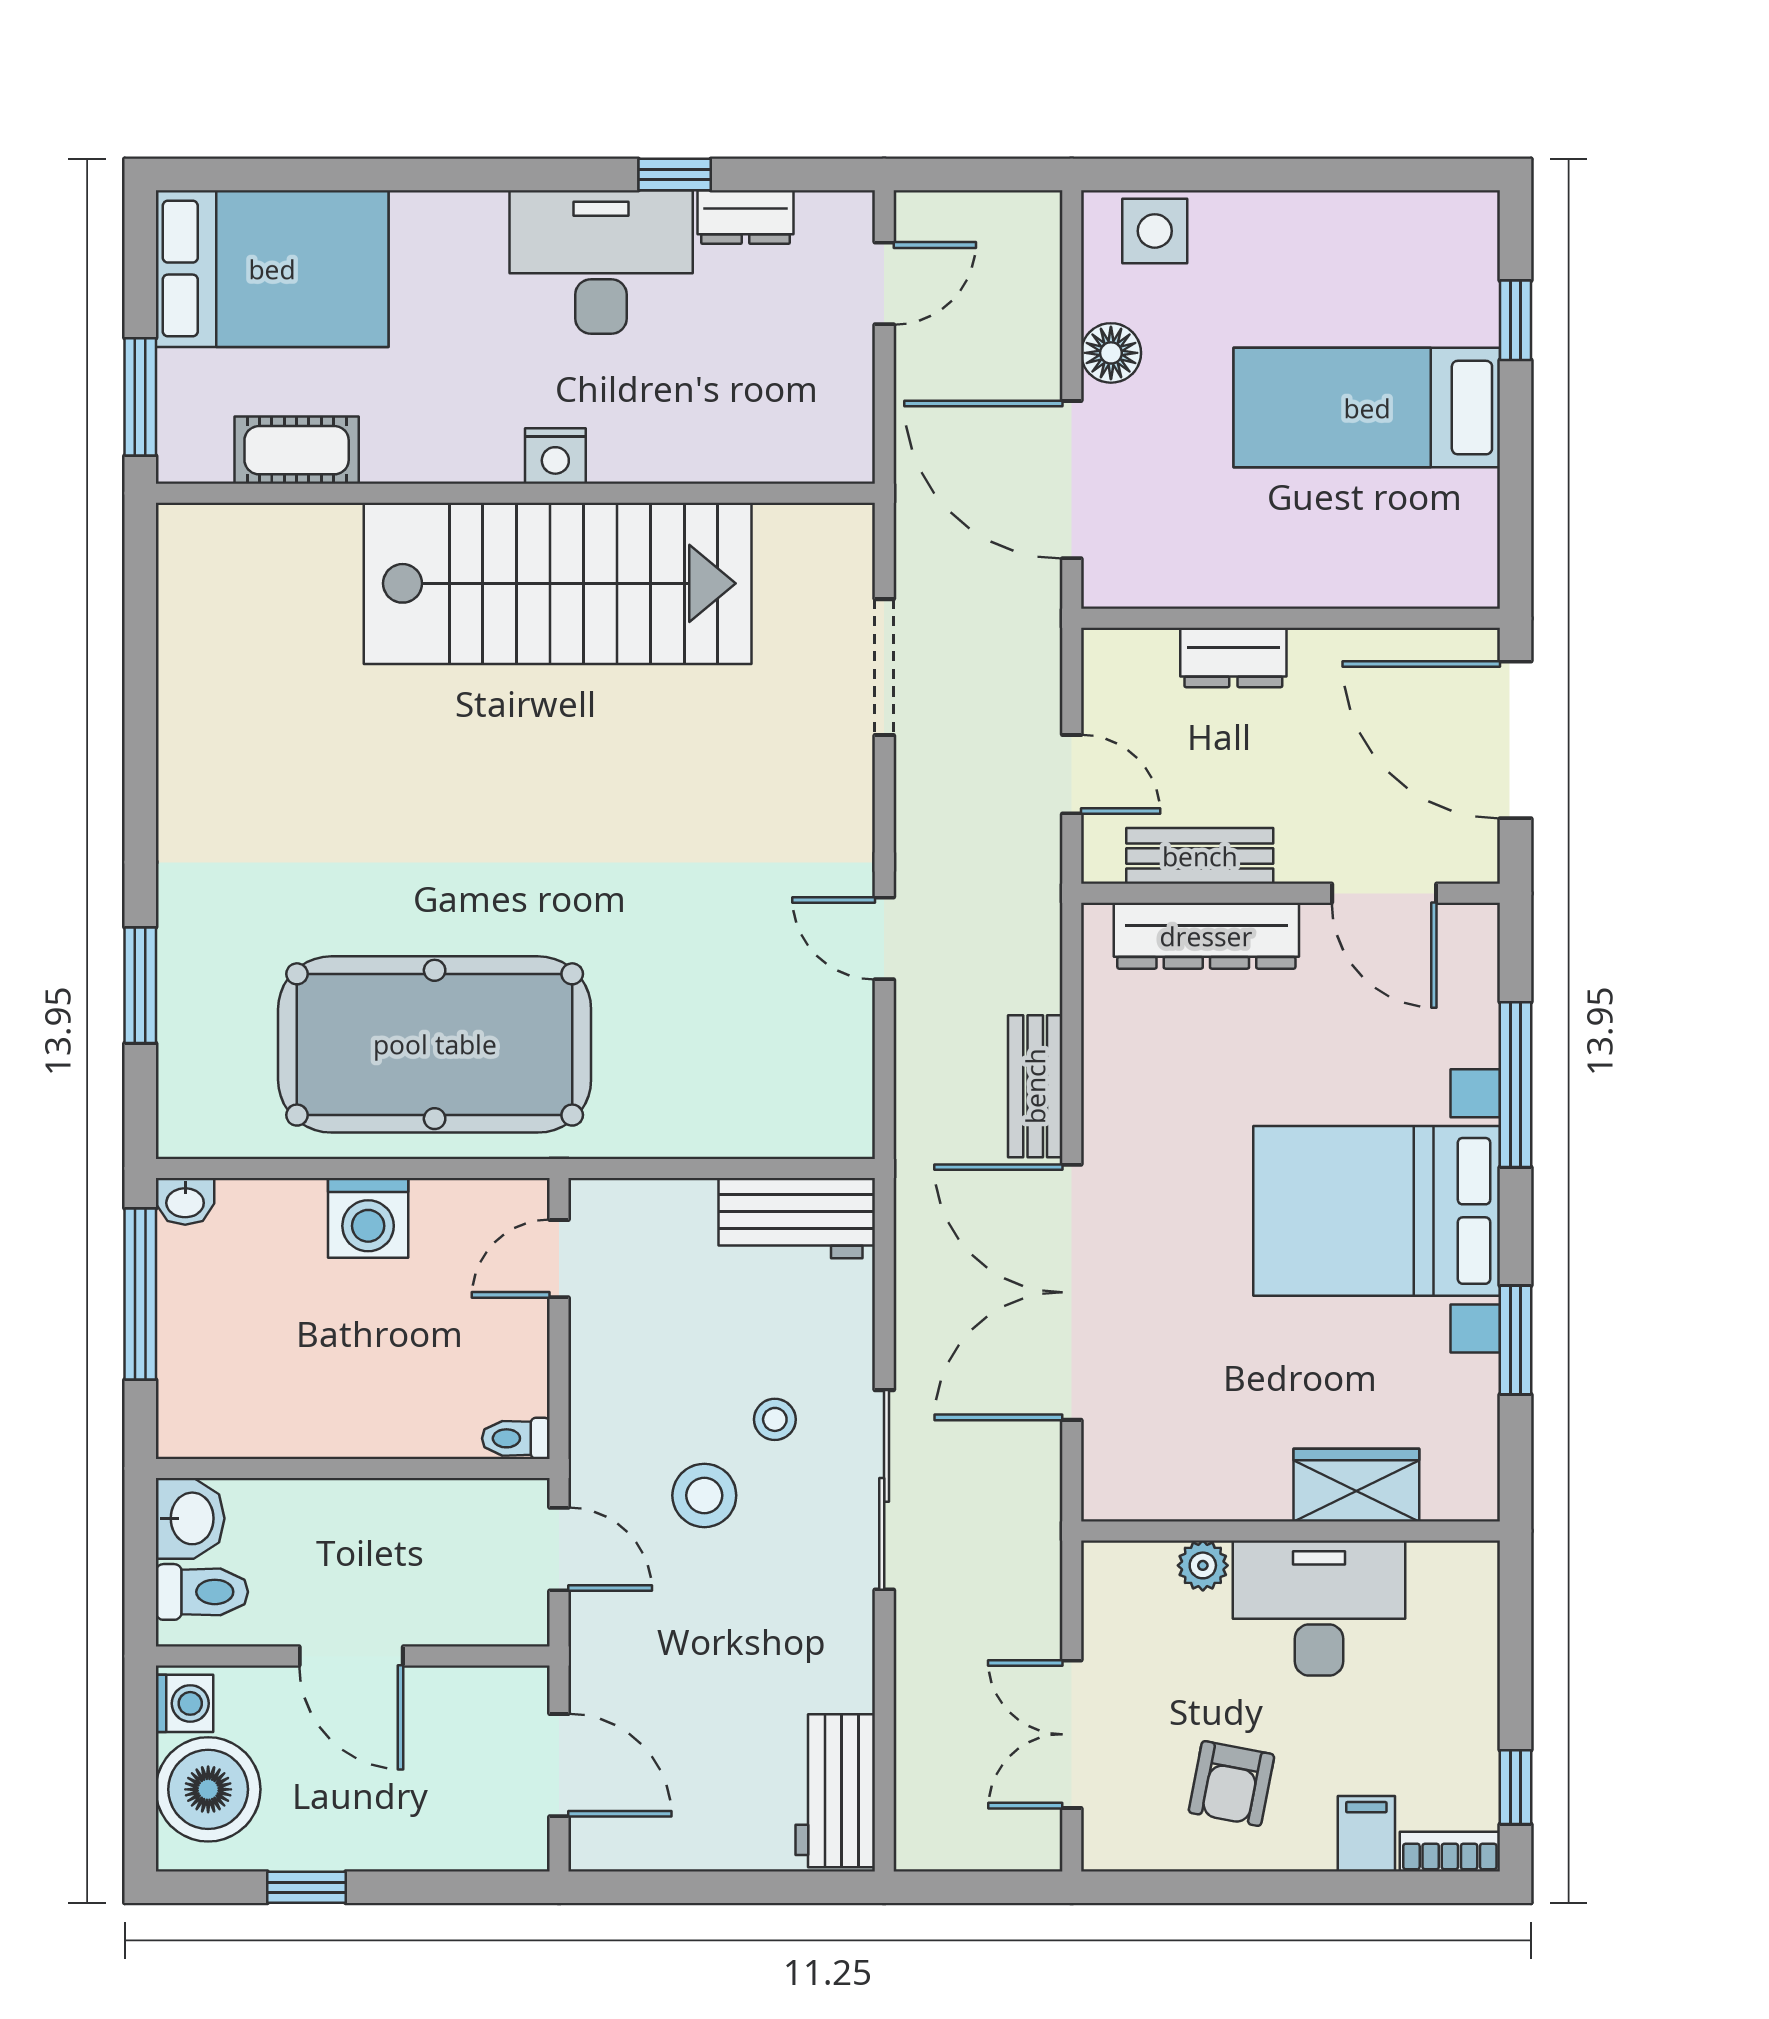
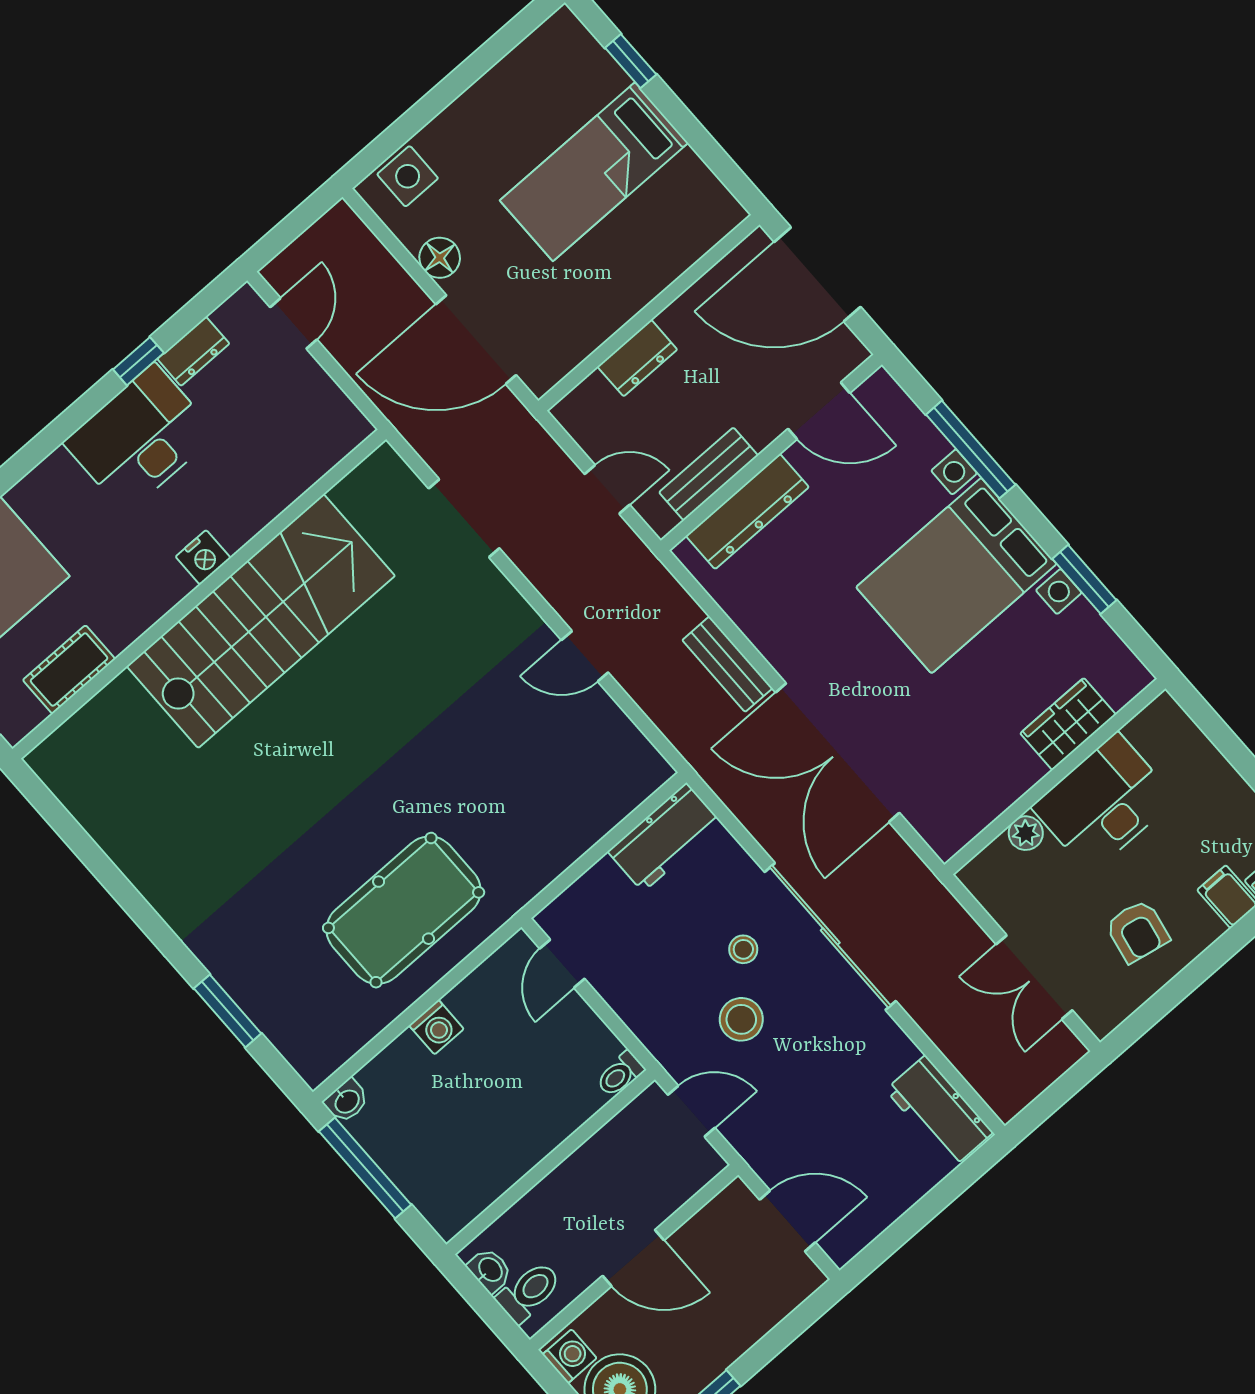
pool table: (435, 1044) -> (404, 910), width x0.73, depth x0.76
washing machine: (368, 1218) -> (436, 1027), width x0.73, depth x0.73
sliding door: (884, 1490) -> (830, 936), width x1.36
washbasin: (190, 1518) -> (490, 1270), width x0.72, depth x0.69

